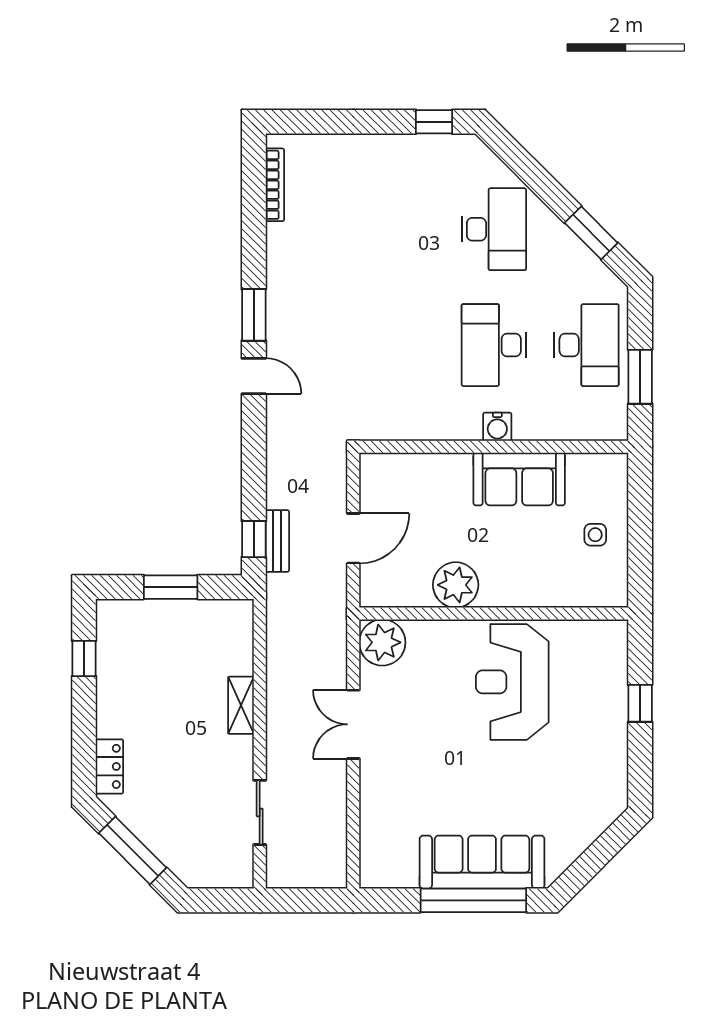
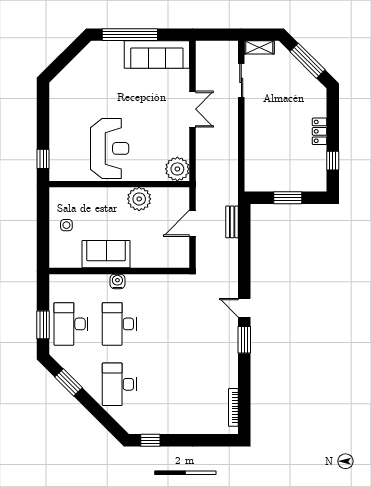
desk: (494, 345) -> (119, 324), turned 180
window: (640, 377) -> (43, 325), moved
window: (254, 539) -> (244, 223), removed
window: (640, 703) -> (43, 159), moved
shelving: (241, 705) -> (259, 47), moved, turned 90
double door: (353, 724) -> (192, 109), moved
locker: (109, 766) -> (320, 131), moved
sofa: (482, 862) -> (157, 55), moved

